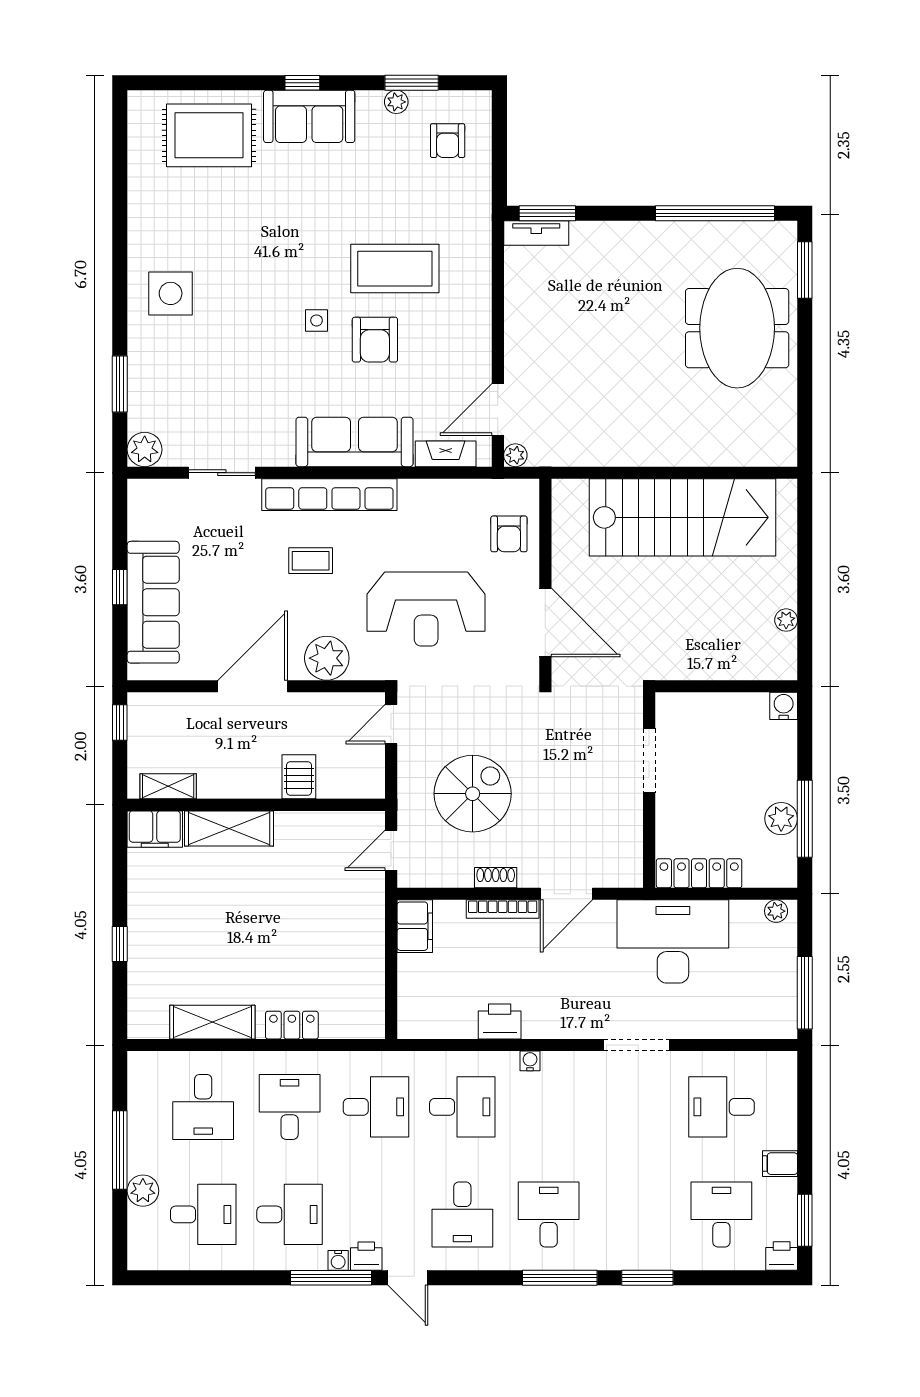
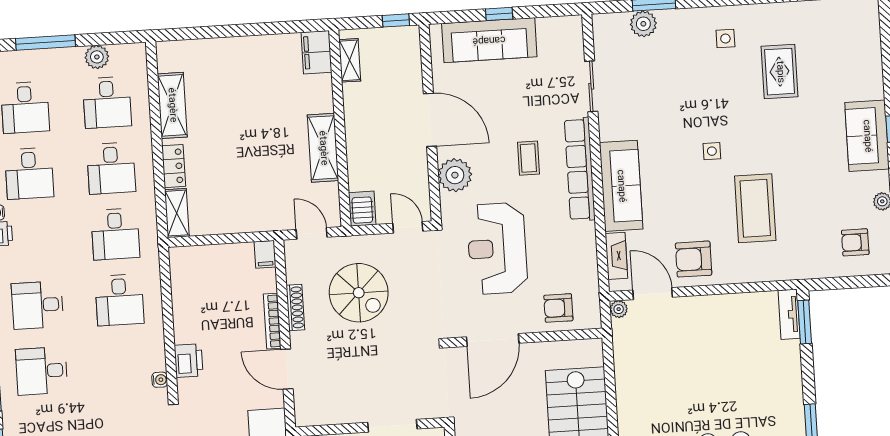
rug: (209, 135) -> (780, 72), moved, width x0.73, depth x0.70
side table: (171, 293) -> (725, 39), width x0.54, depth x0.54
armchair: (375, 340) -> (694, 259), moved
plant: (145, 449) -> (643, 24), moved
server rack: (299, 777) -> (362, 209), moved, turned -90
shelving: (229, 828) -> (323, 148), moved
shoe rack: (496, 878) -> (295, 307), width x1.43
filing cabinet: (415, 926) -> (265, 254), width x0.50
window: (120, 944) -> (227, 31), removed
printer: (500, 1021) -> (189, 361), moved
shelving: (354, 1025) -> (177, 213), added
water cooler: (530, 1061) -> (160, 380), moved
desk: (203, 1107) -> (107, 102), turned -90
desk: (290, 1107) -> (111, 168), turned 90
window: (120, 1150) -> (45, 42), moved
plant: (143, 1191) -> (97, 57), moved
desk: (549, 1214) -> (42, 371), turned 180

